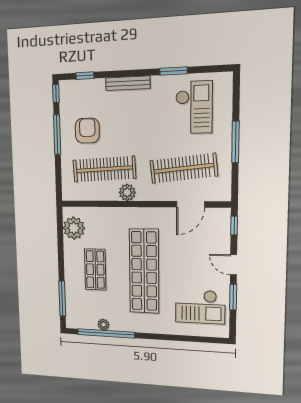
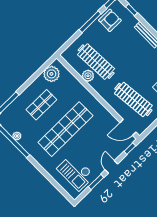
armchair: (87, 131) -> (110, 20), moved
plant: (127, 192) -> (88, 76), moved
door: (190, 204) -> (128, 127), moved

